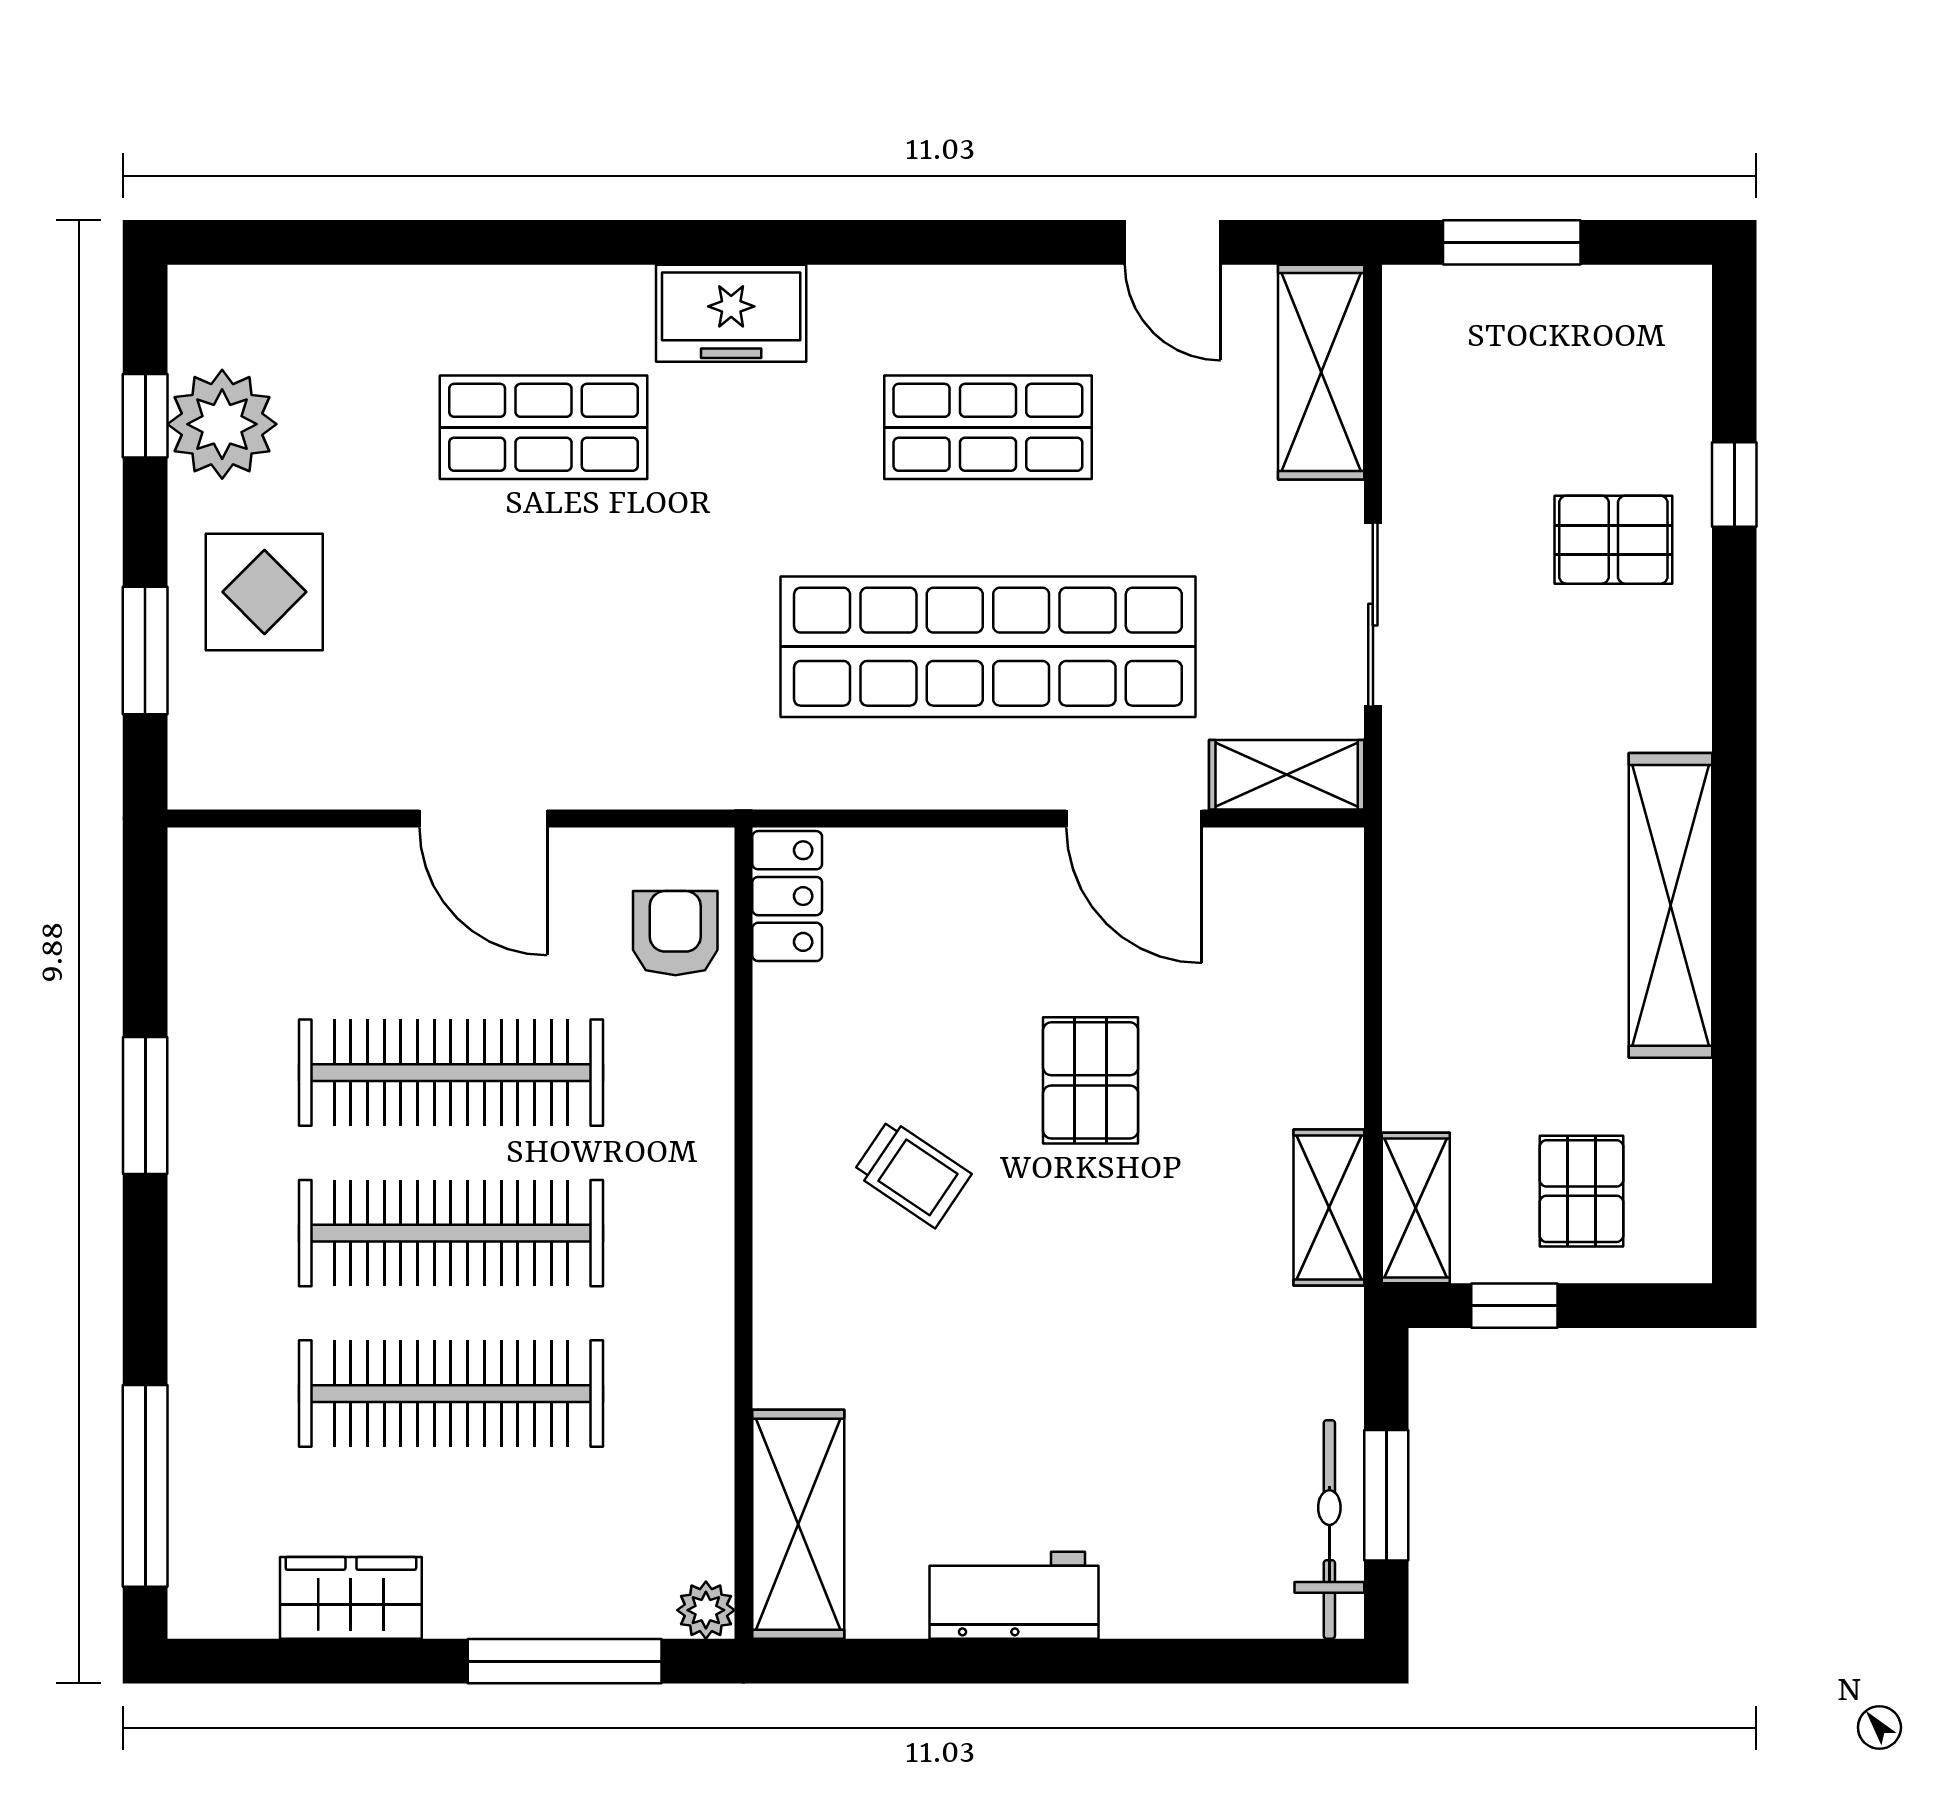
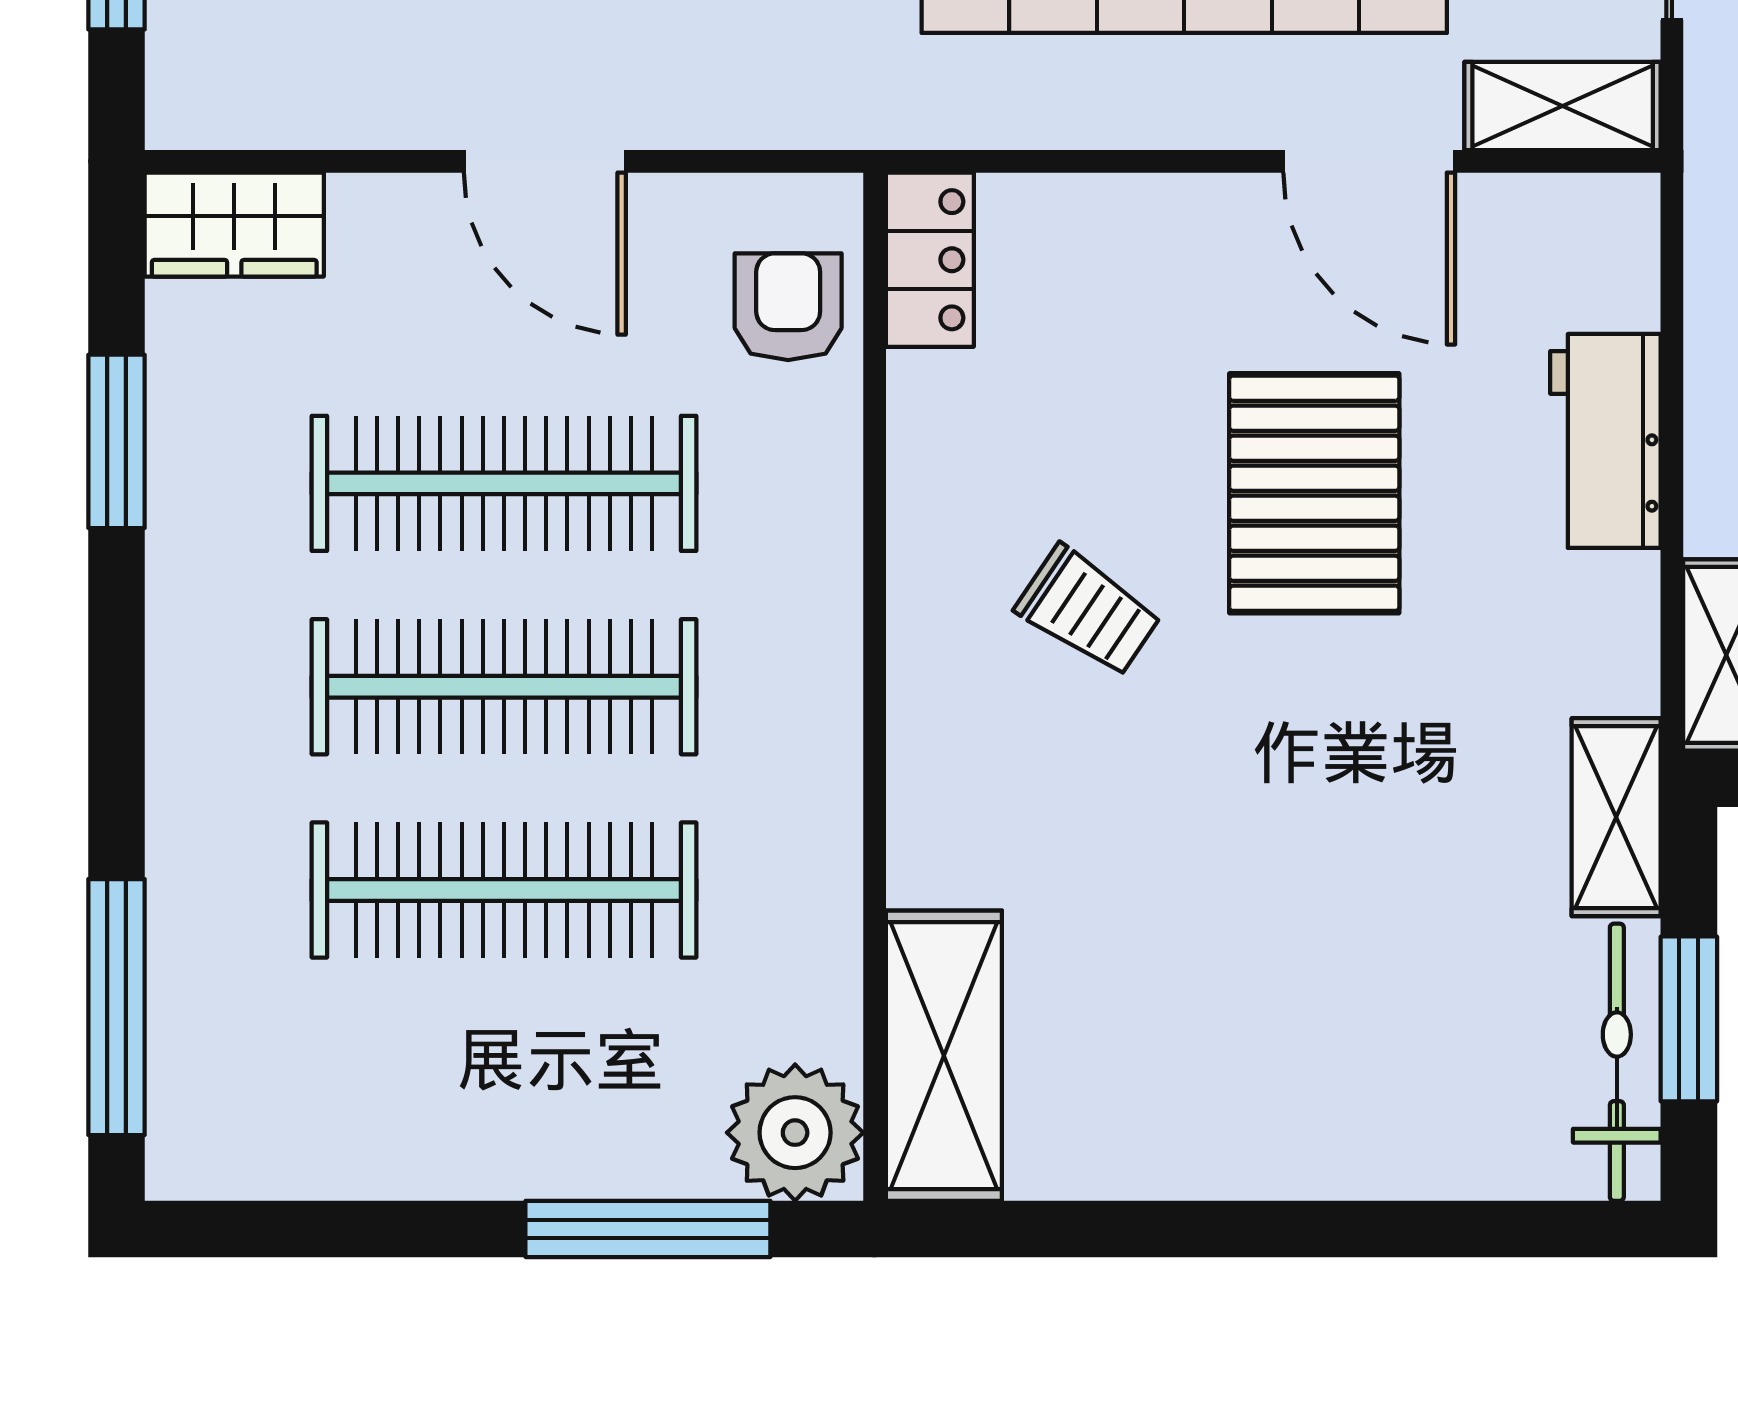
pallet: (1091, 1080) -> (1314, 493), width x1.50, depth x1.42
window: (145, 1106) -> (116, 441), moved
shelving: (1329, 1208) -> (1616, 817), moved
workbench: (1014, 1595) -> (1605, 441), moved, turned -90
wardrobe: (351, 1598) -> (234, 225), moved, turned 180
plant: (706, 1610) -> (795, 1133), width x1.88, depth x1.88

